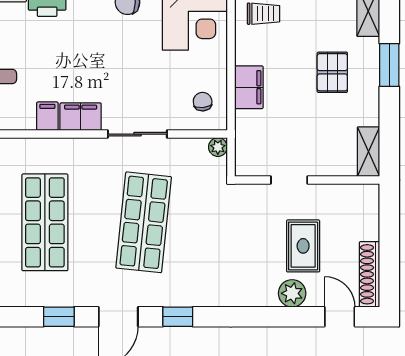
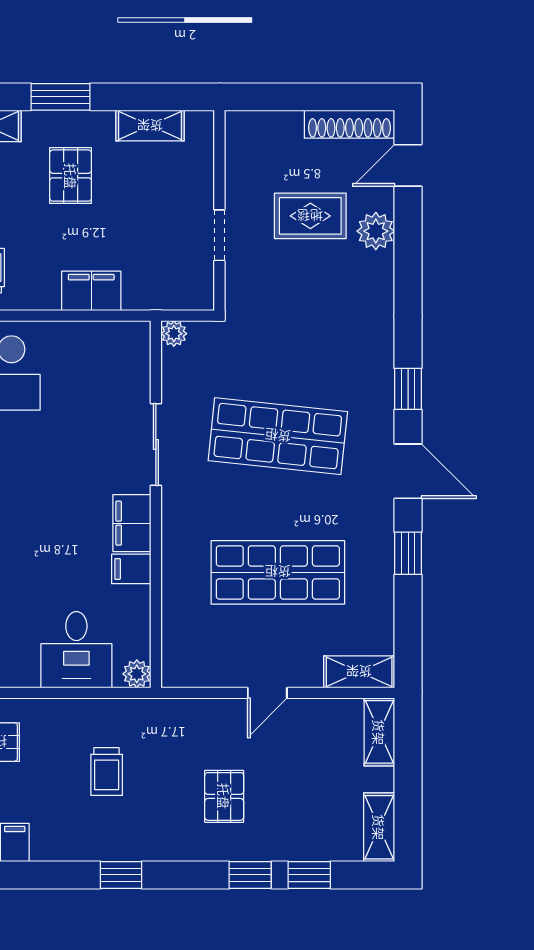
pallet: (332, 72) -> (71, 176), turned 90
chair: (203, 102) -> (111, 355), removed
shelving: (368, 152) -> (150, 126), moved

